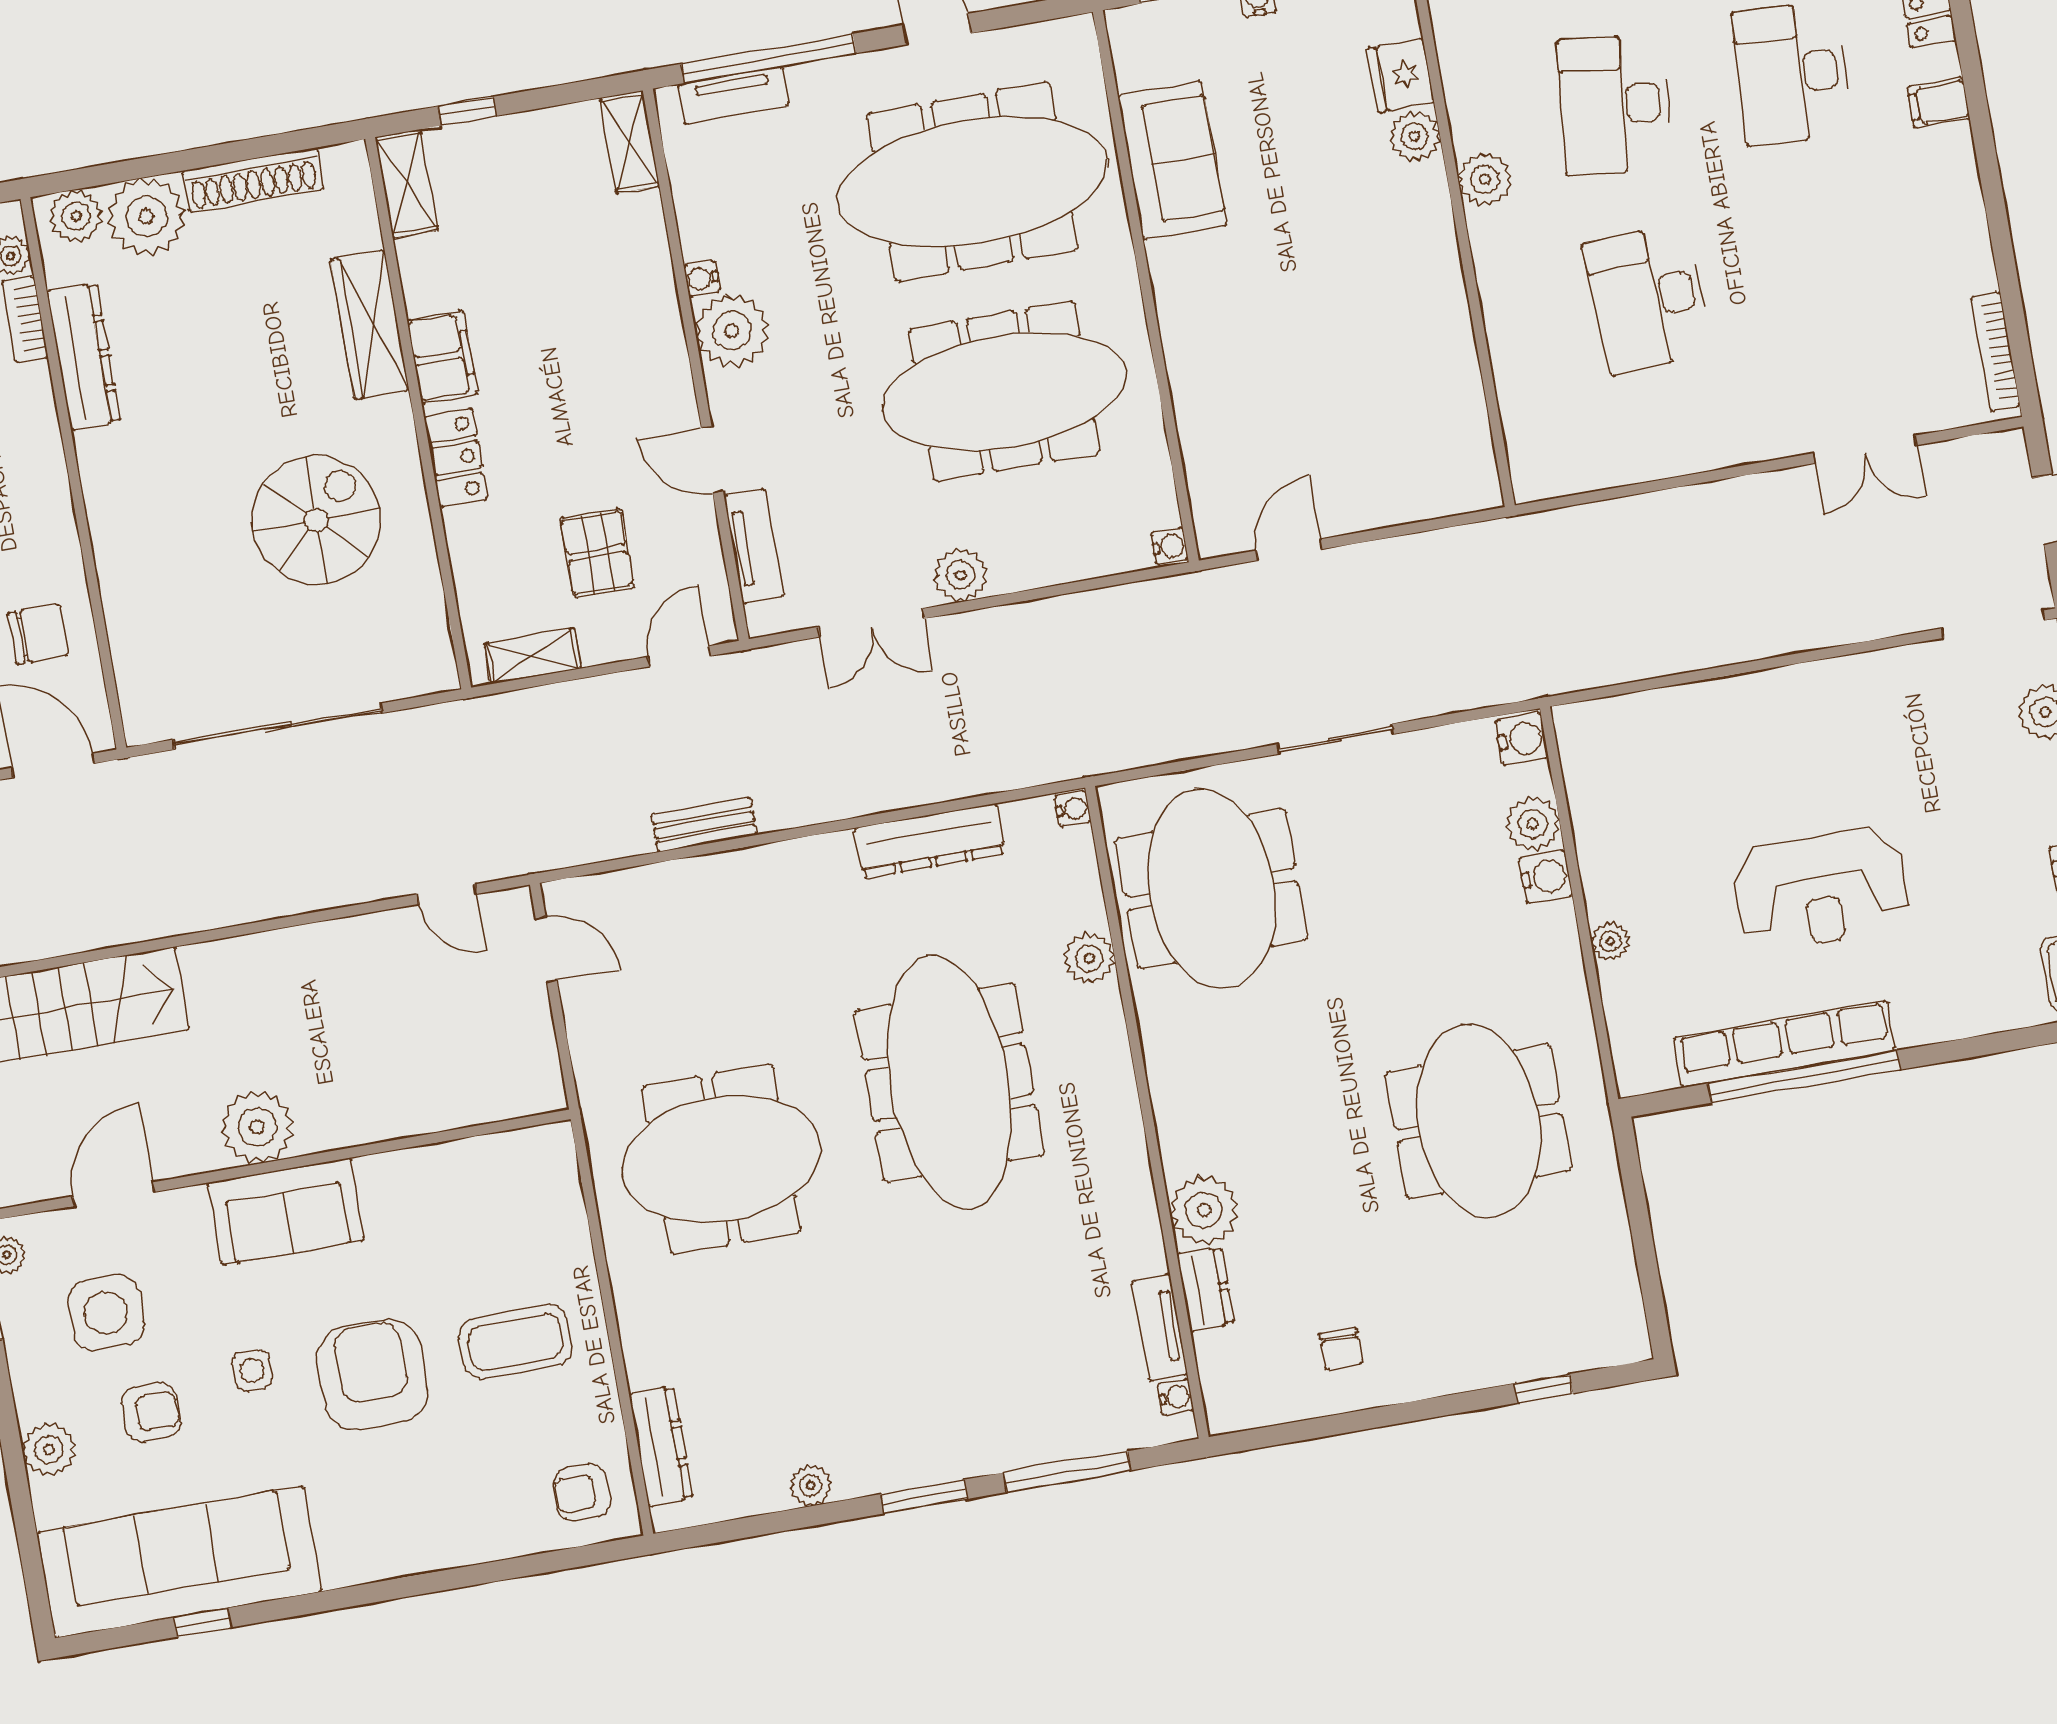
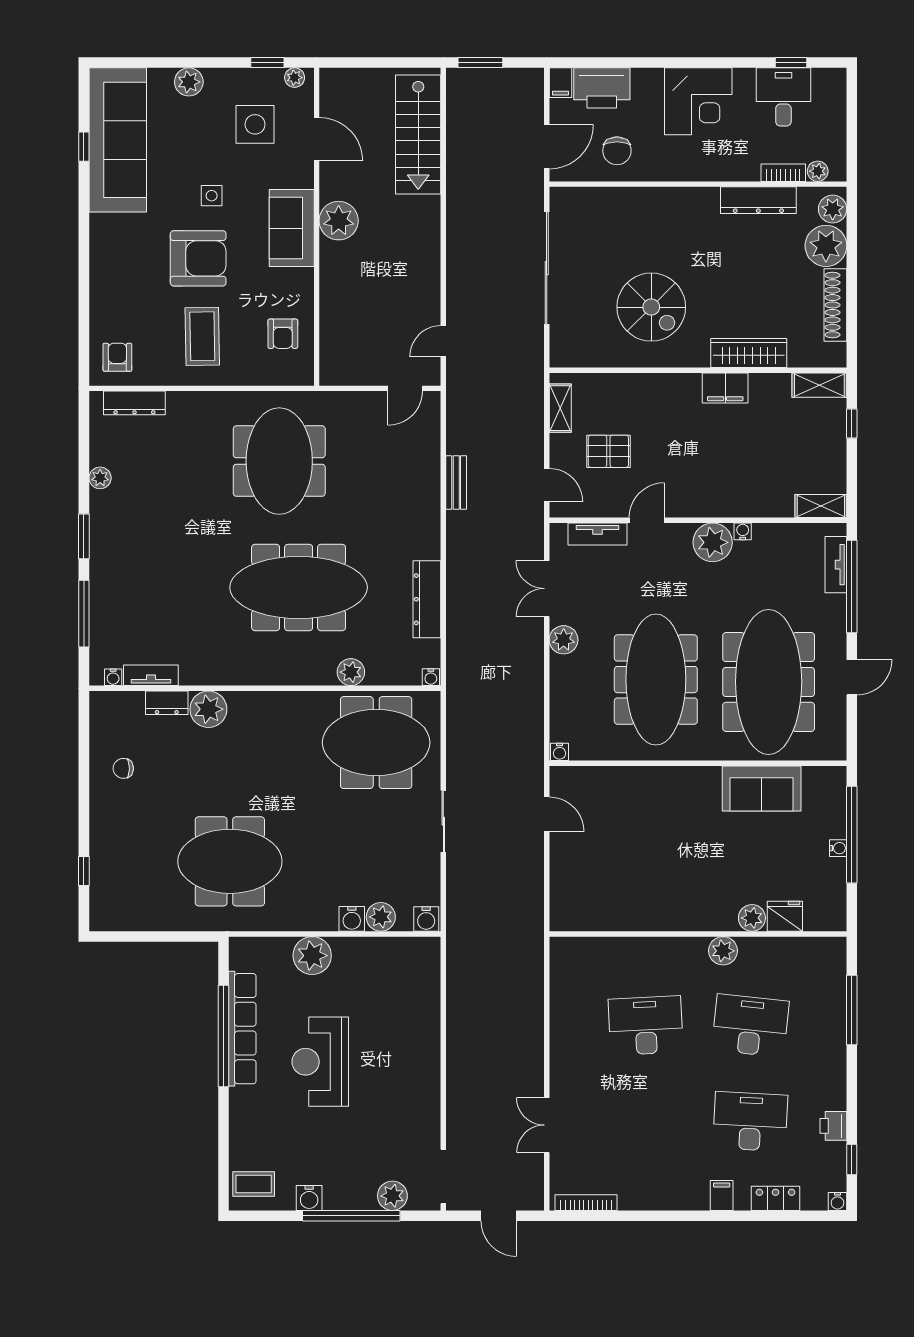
locker: (456, 458) -> (671, 386), removed
plant: (1610, 941) -> (312, 956), width x1.87, depth x1.87
armchair: (151, 1412) -> (283, 334), moved

